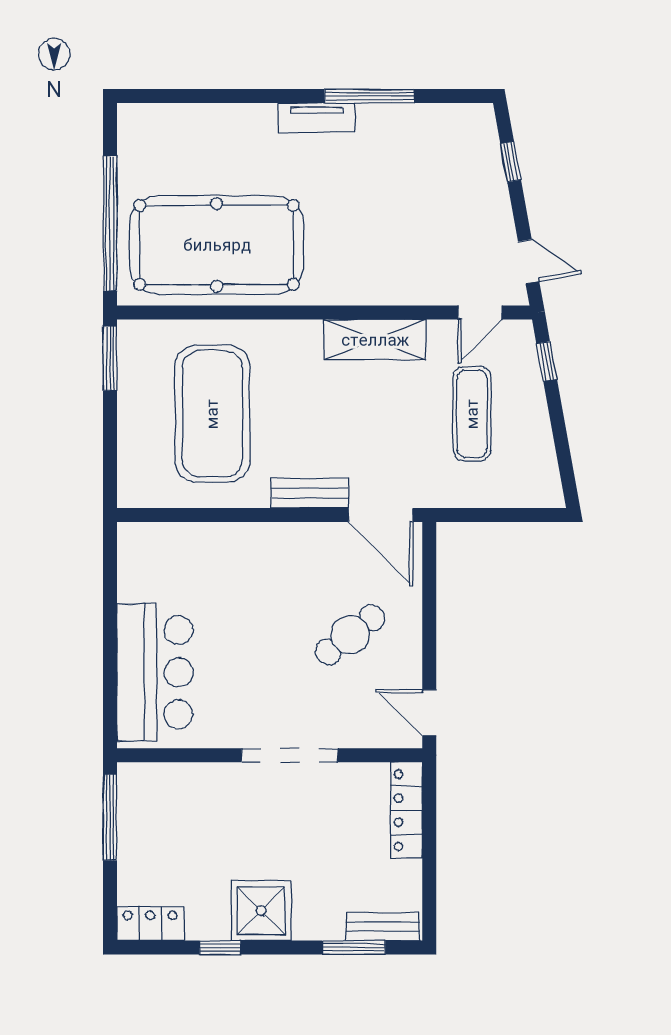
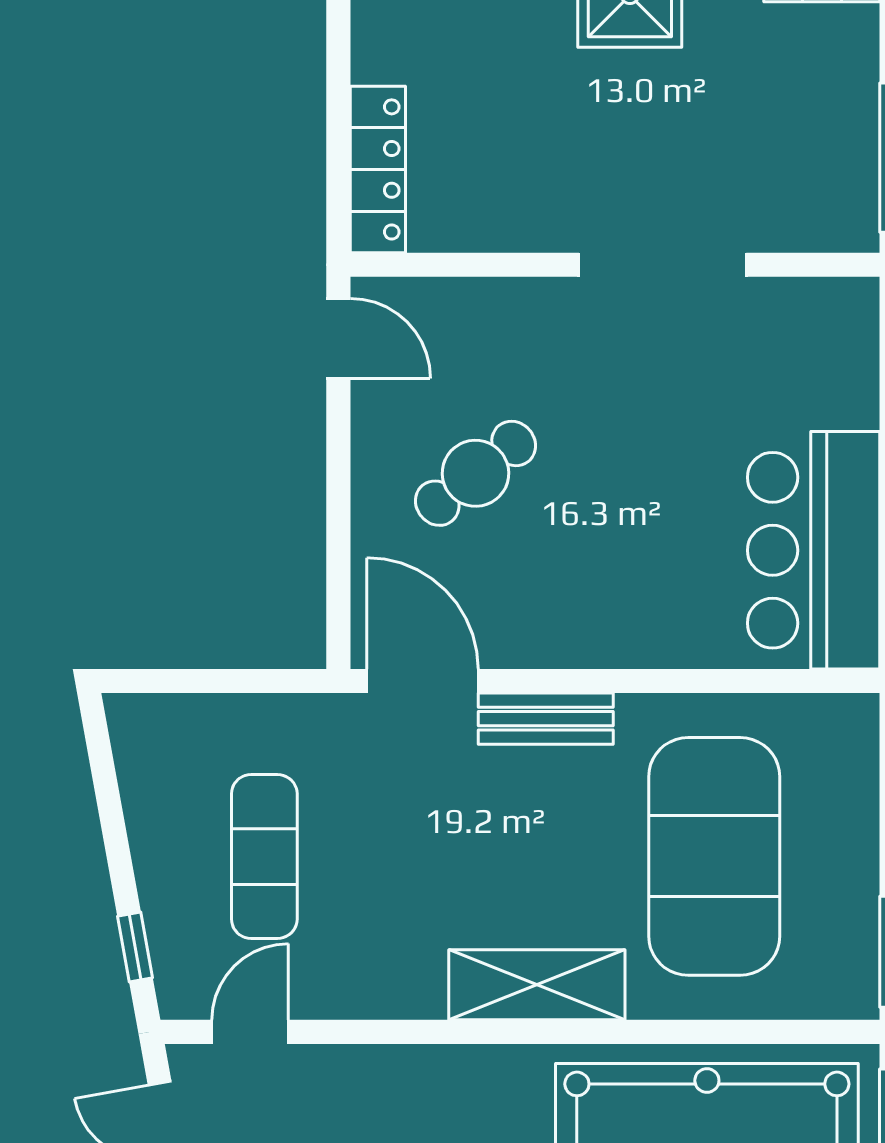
shelving: (375, 340) -> (537, 985), moved
bar counter: (155, 672) -> (814, 550), moved
doorway: (290, 755) -> (663, 265), moved

